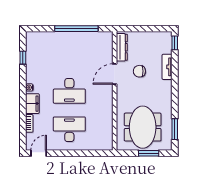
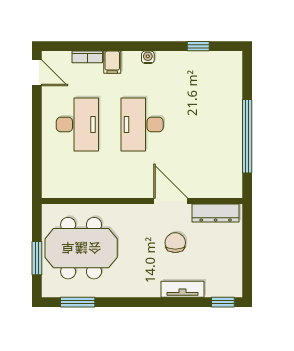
filing cabinet: (32, 104) -> (112, 62), width x0.50

